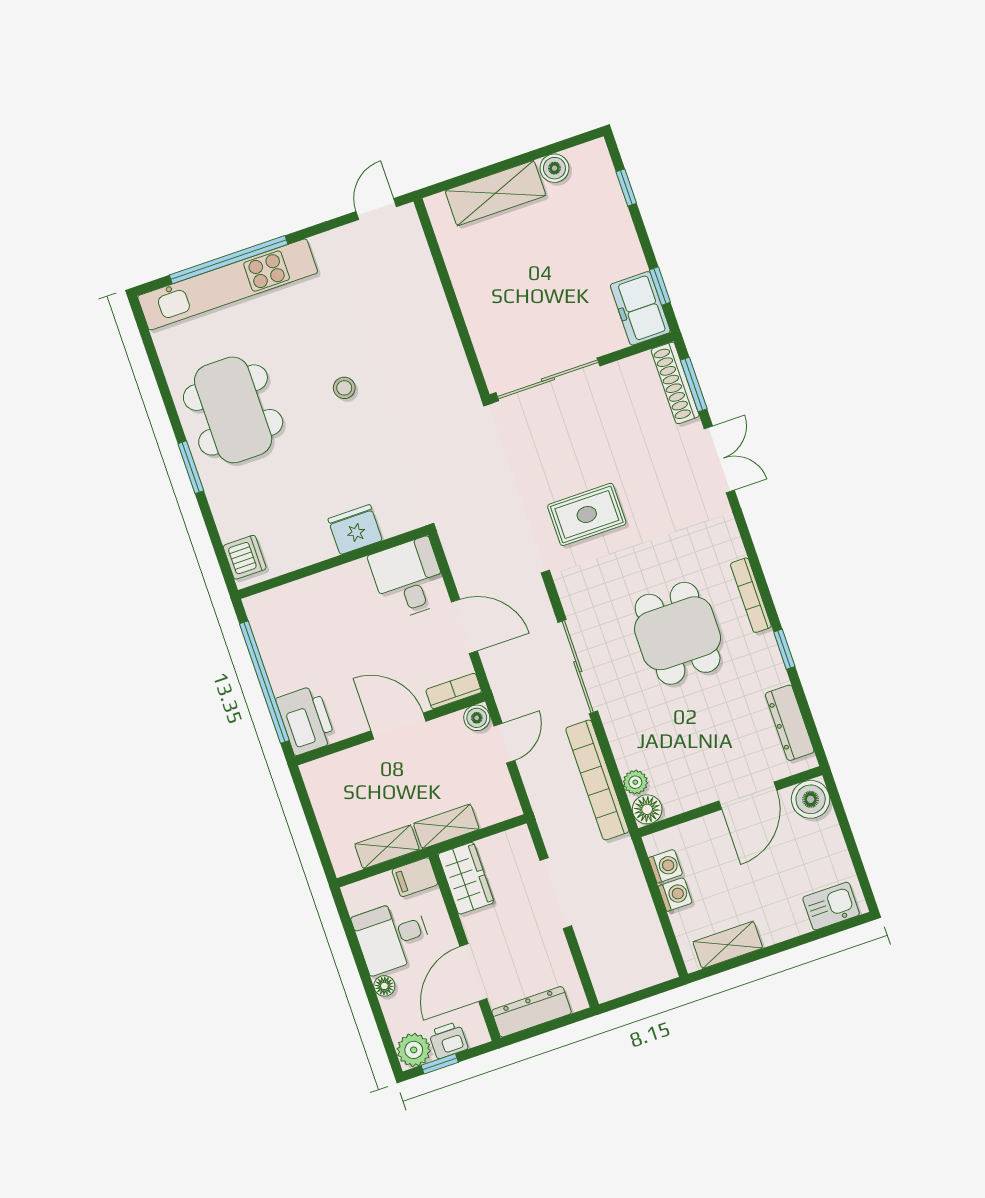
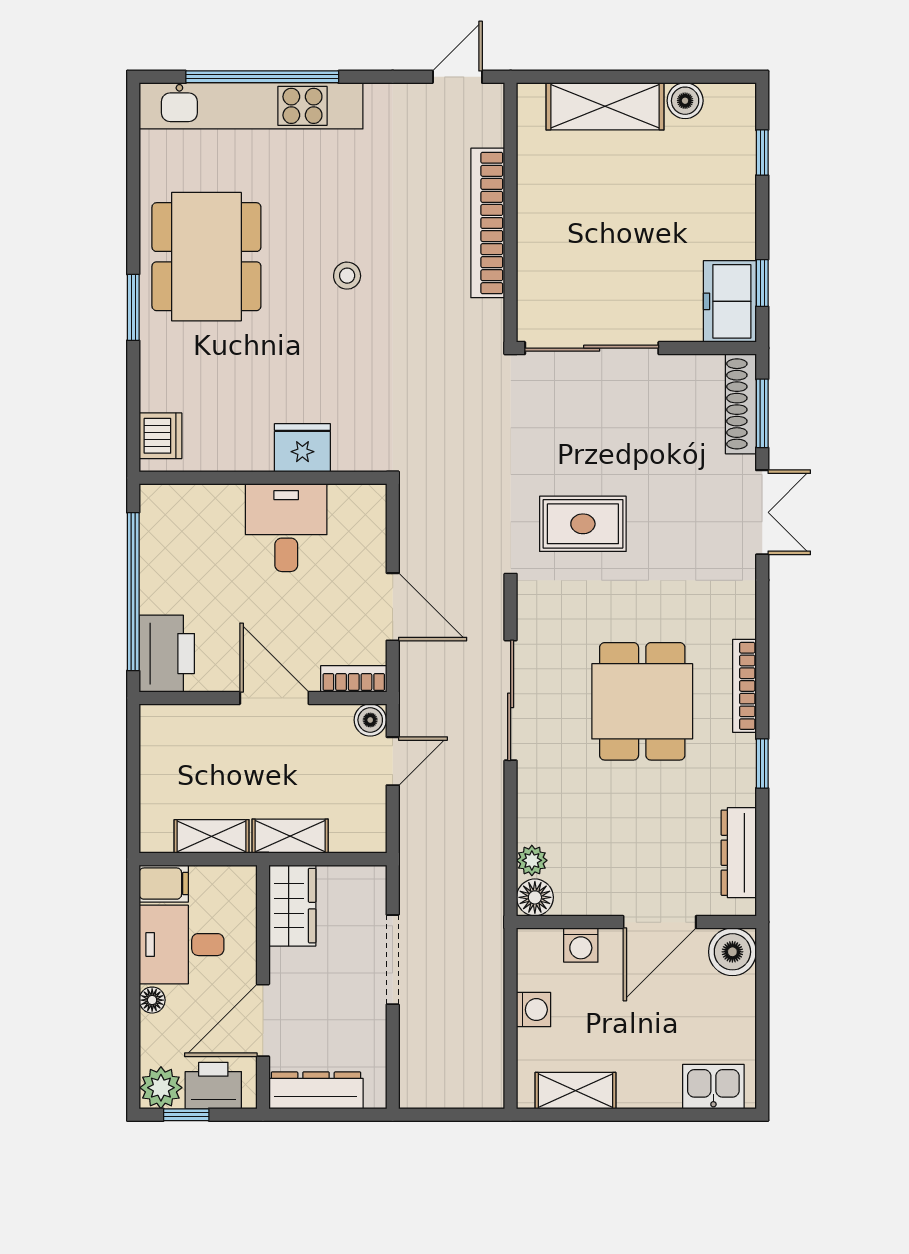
desk: (409, 579) -> (286, 528), moved
bookcase: (597, 780) -> (488, 223), moved
washing machine: (666, 866) -> (581, 945), moved, turned 90
filing cabinet: (415, 877) -> (164, 884), moved, turned 180
printer: (448, 1040) -> (213, 1086), width x1.36, depth x1.24

